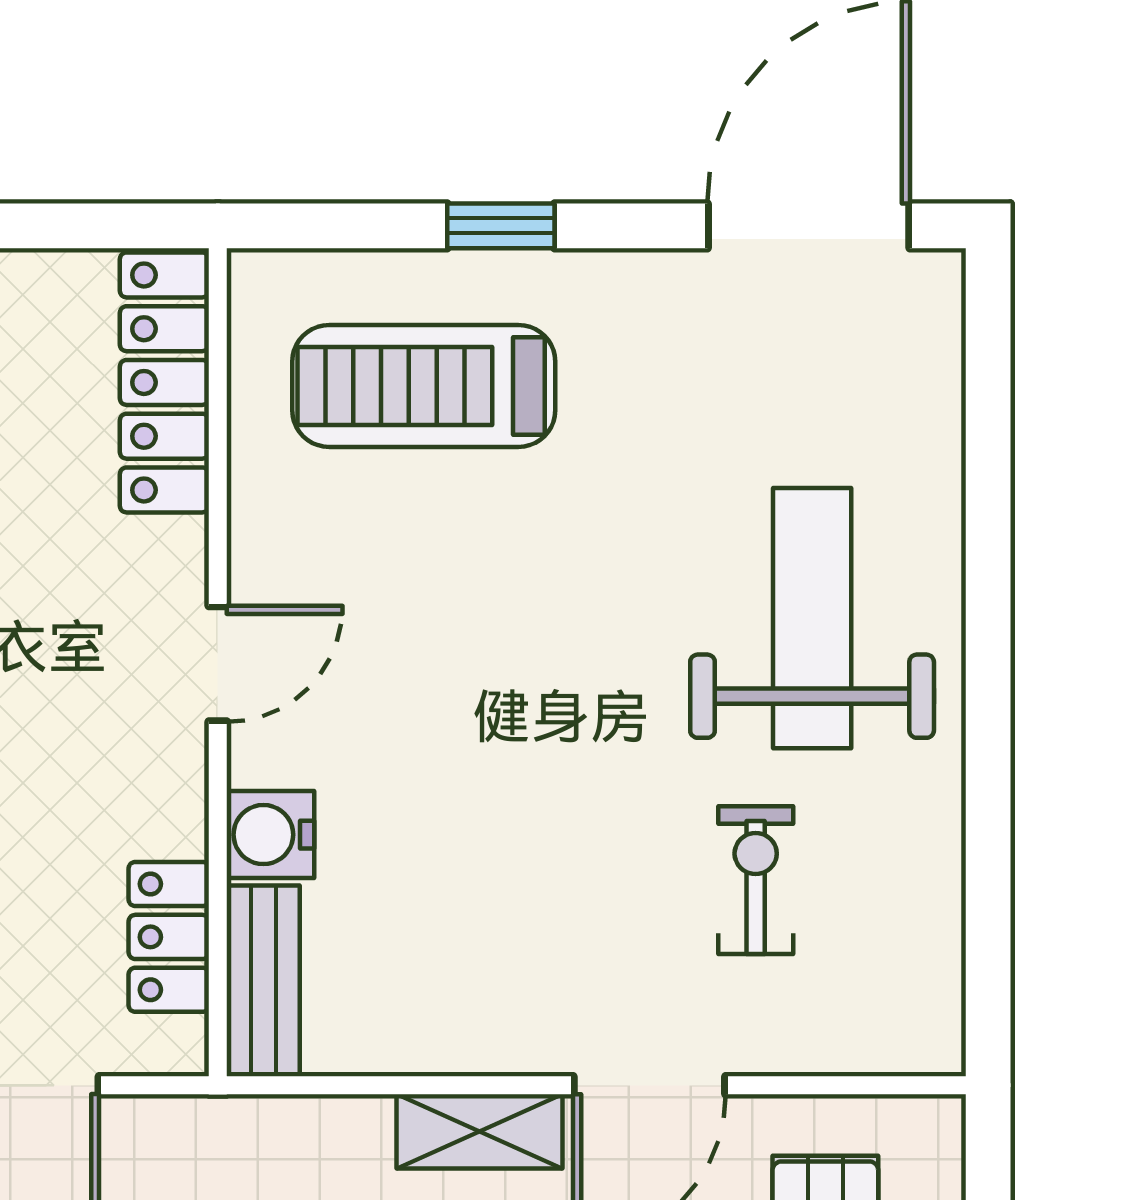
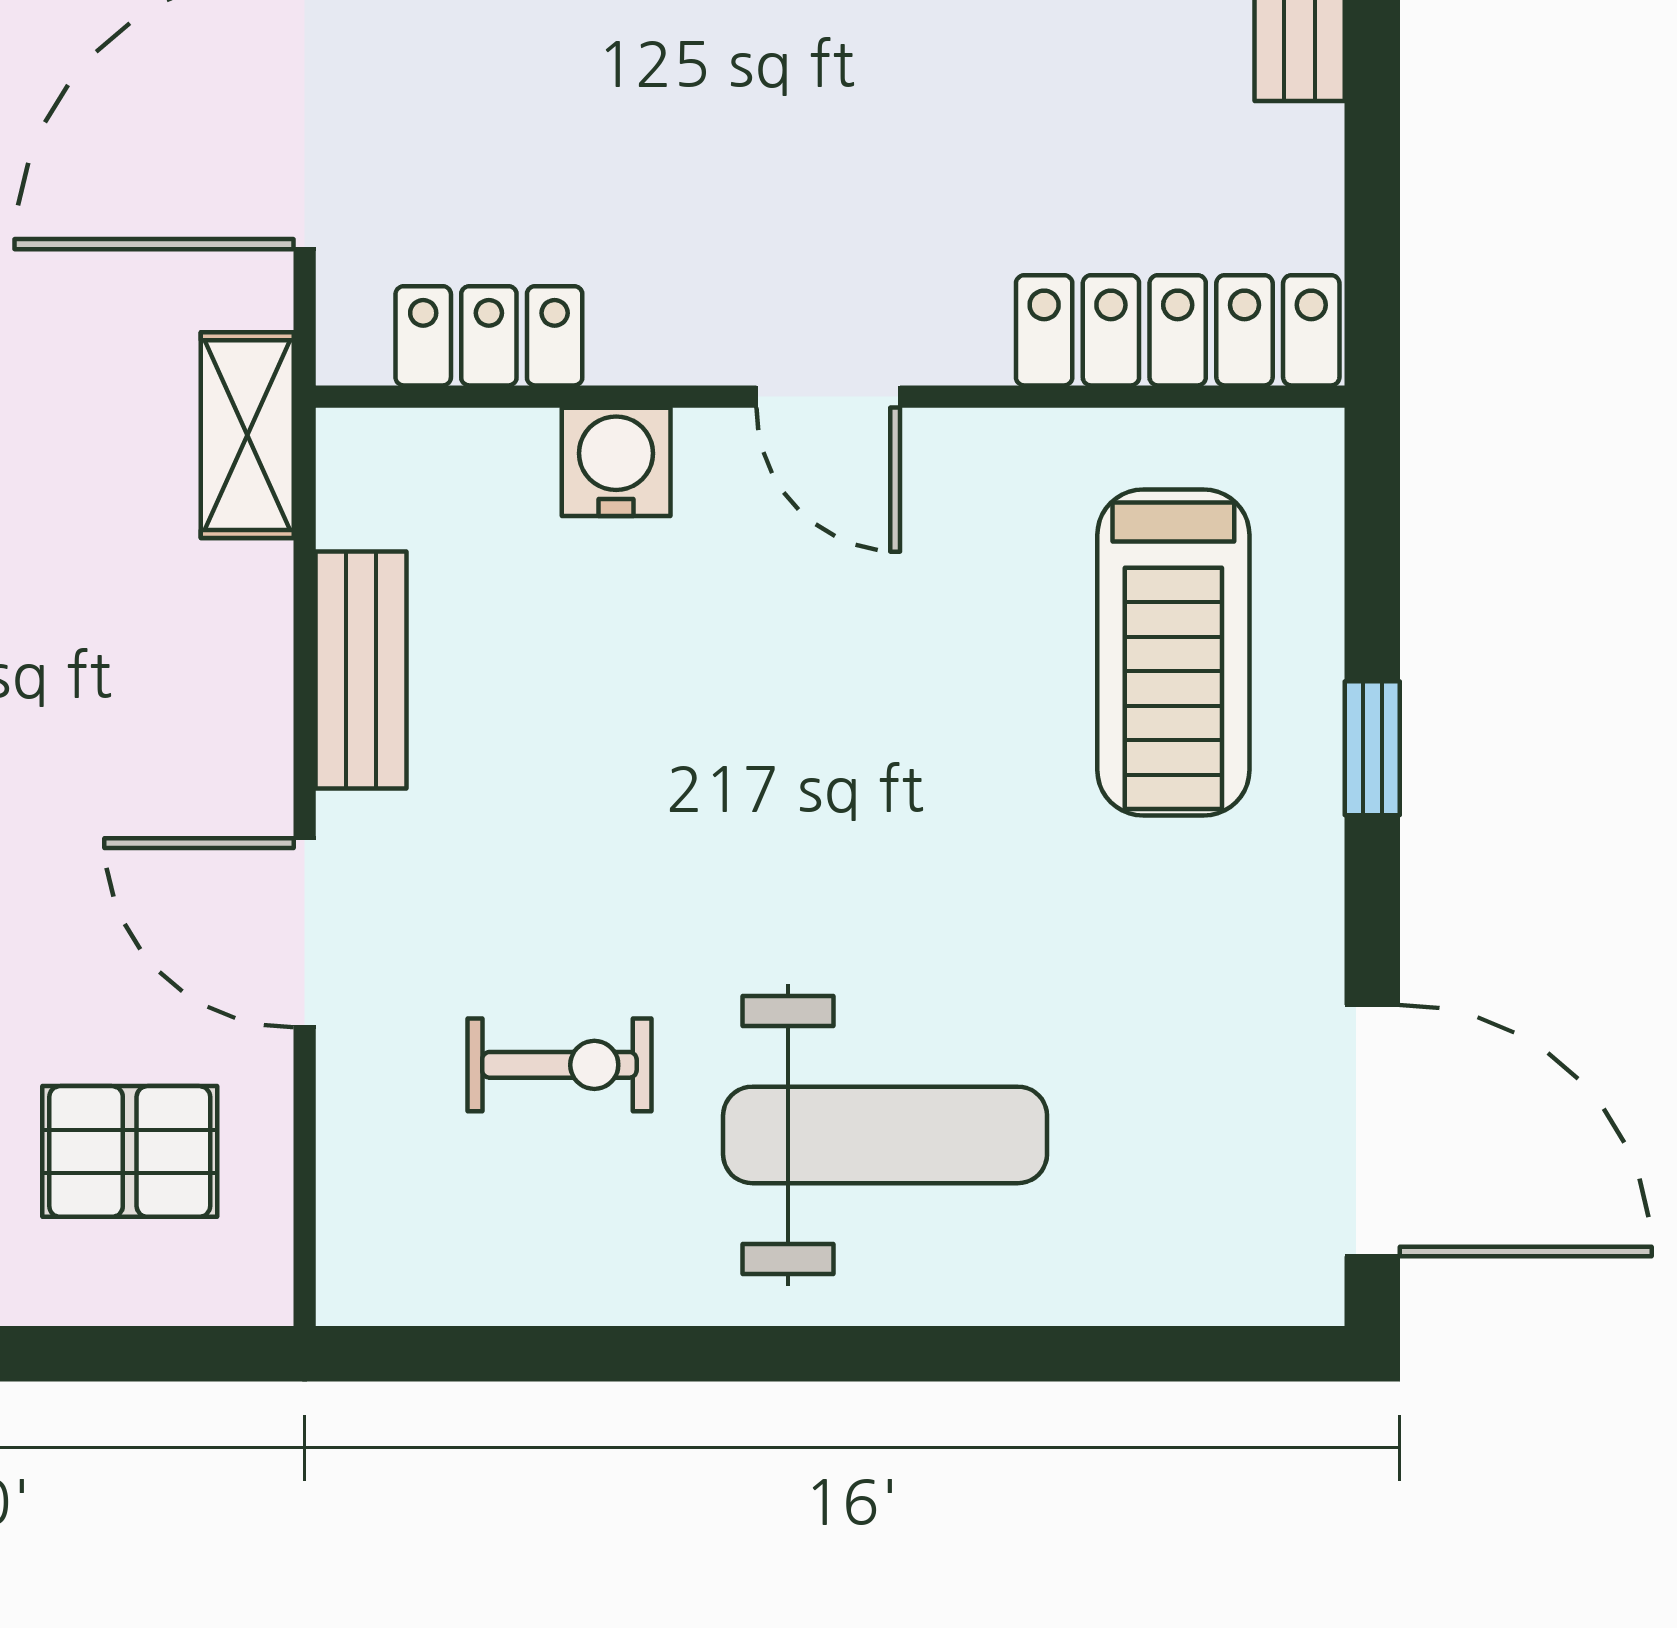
treadmill: (424, 386) -> (1173, 653), turned 180
bench: (263, 981) -> (361, 670), moved, turned 90
shelving: (479, 1131) -> (247, 435), moved

